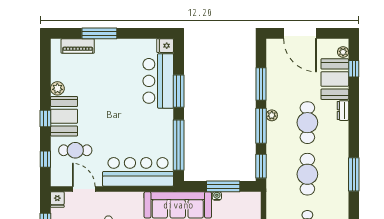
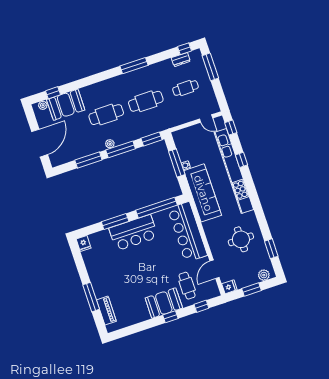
bar counter: (158, 81) -> (133, 233), moved
plant: (57, 88) -> (144, 315), removed
dresser: (343, 111) -> (88, 90), removed

